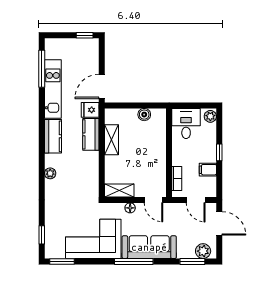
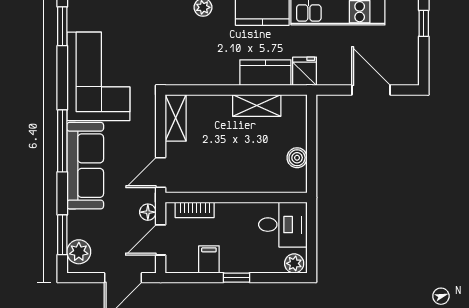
window: (85, 35) -> (424, 23), moved
door: (102, 86) -> (371, 90), moved
floor lamp: (130, 208) -> (148, 212), moved

